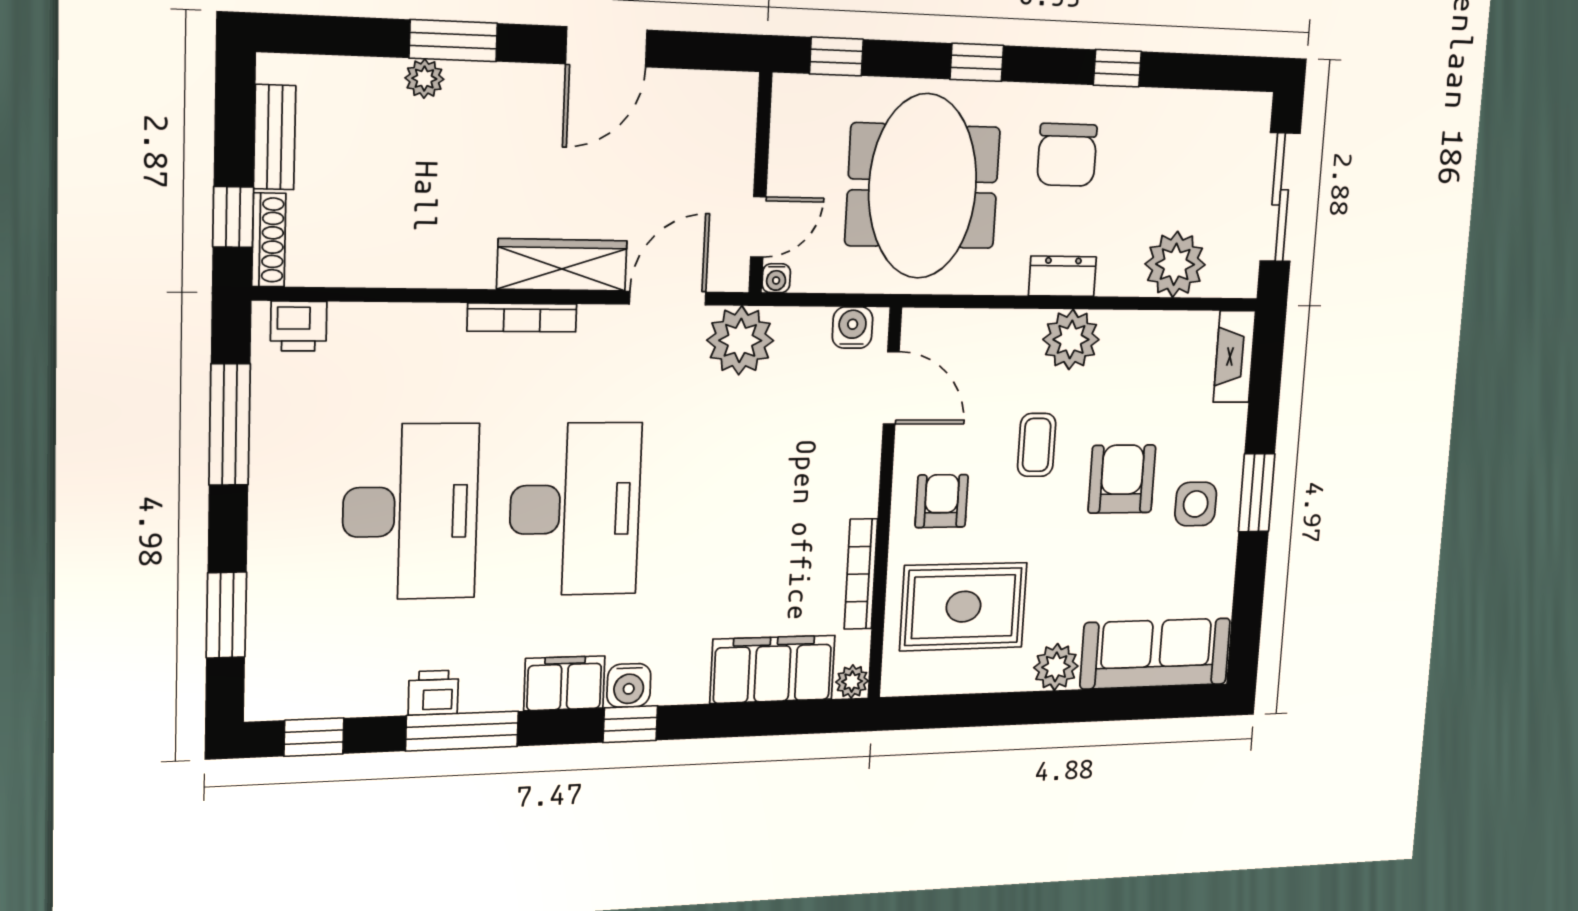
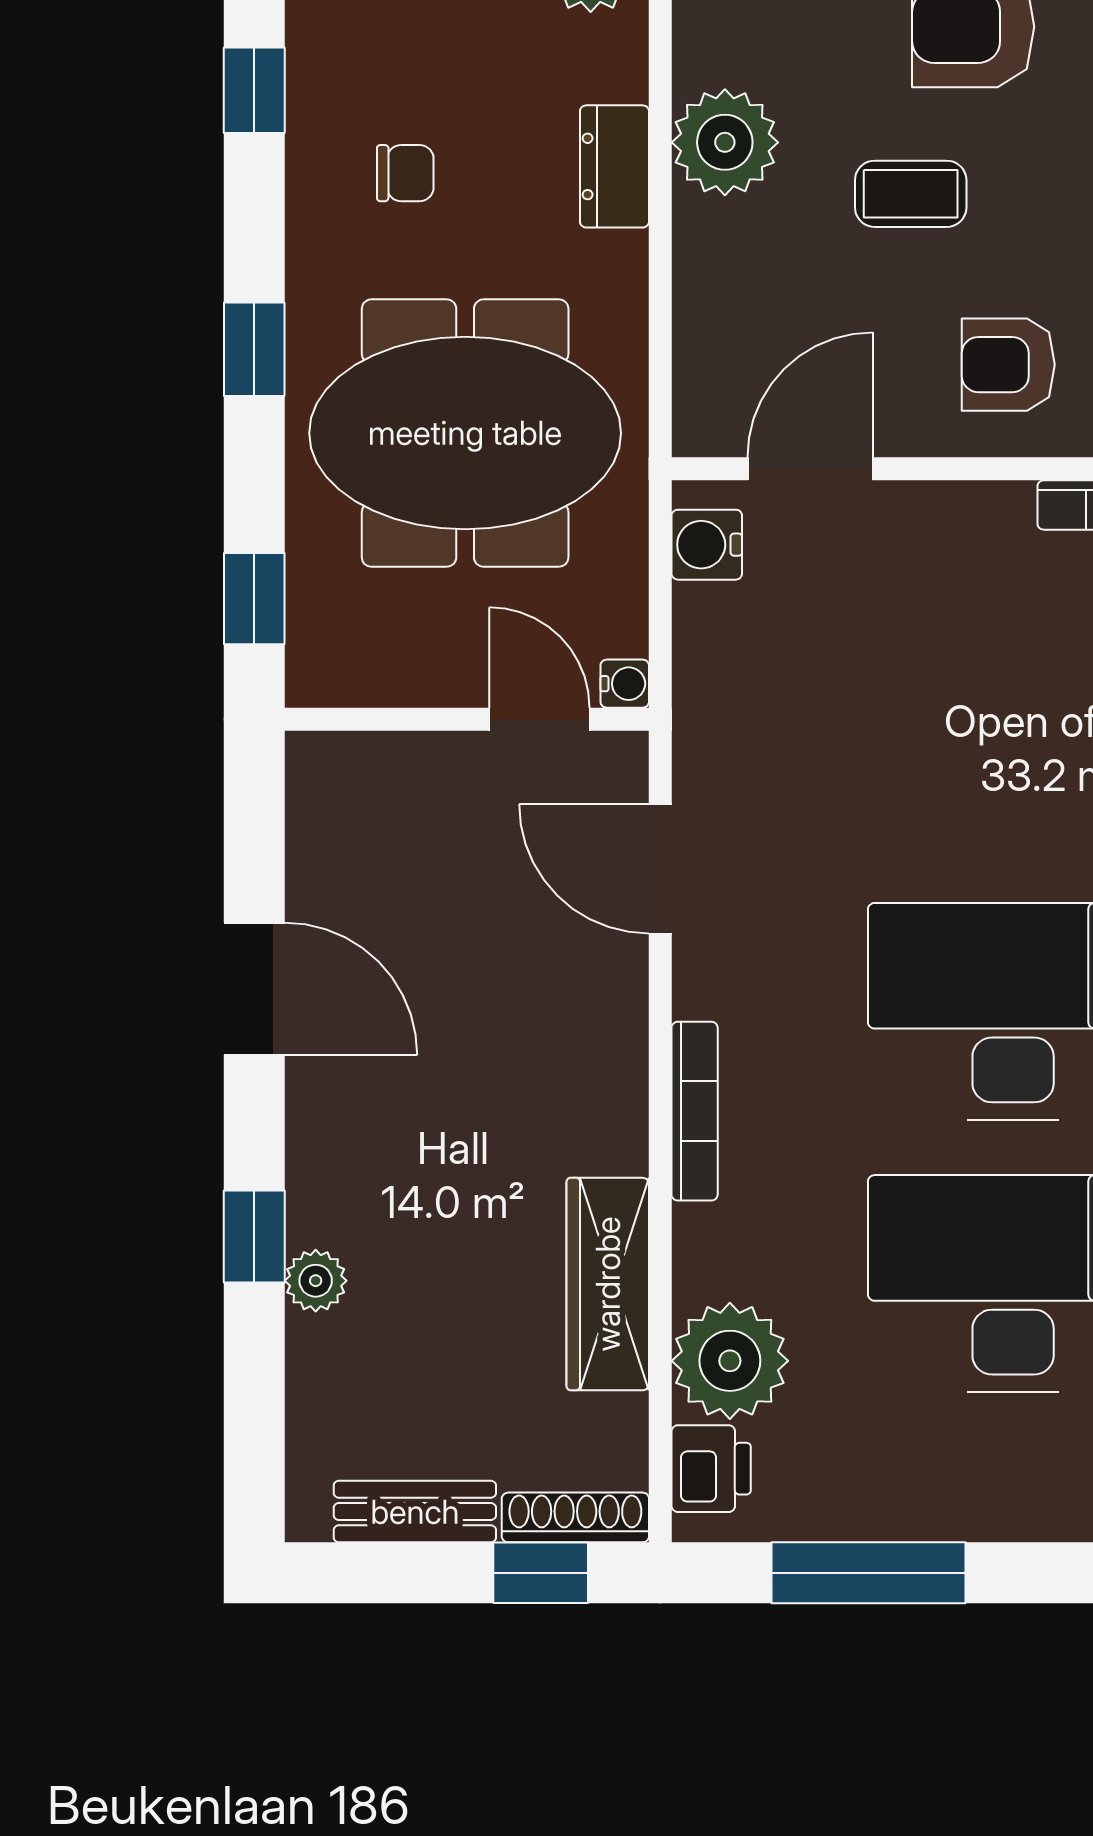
window: (453, 41) -> (254, 1237), width x0.67
chair: (1067, 155) -> (405, 173), width x0.54, depth x0.54
wardrobe: (562, 265) -> (608, 1284), moved
plant: (740, 340) -> (730, 1361), moved

